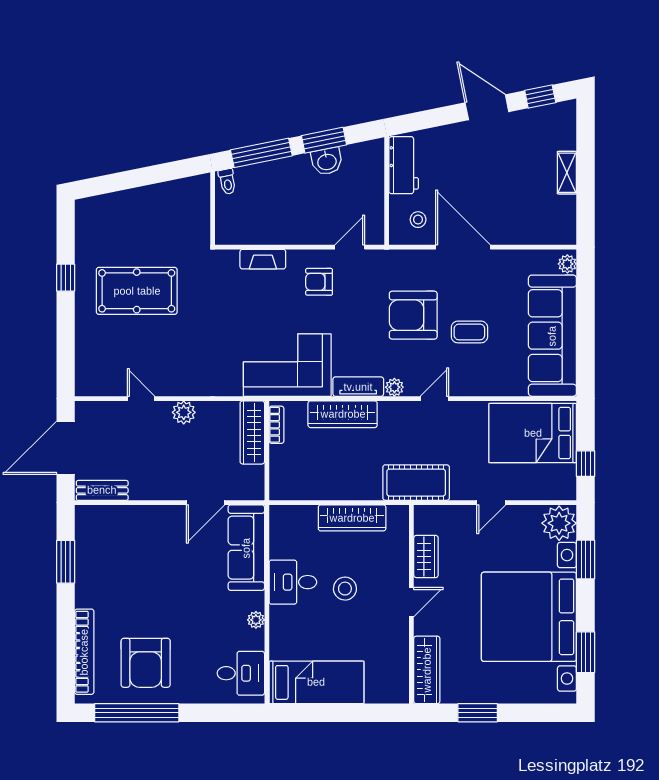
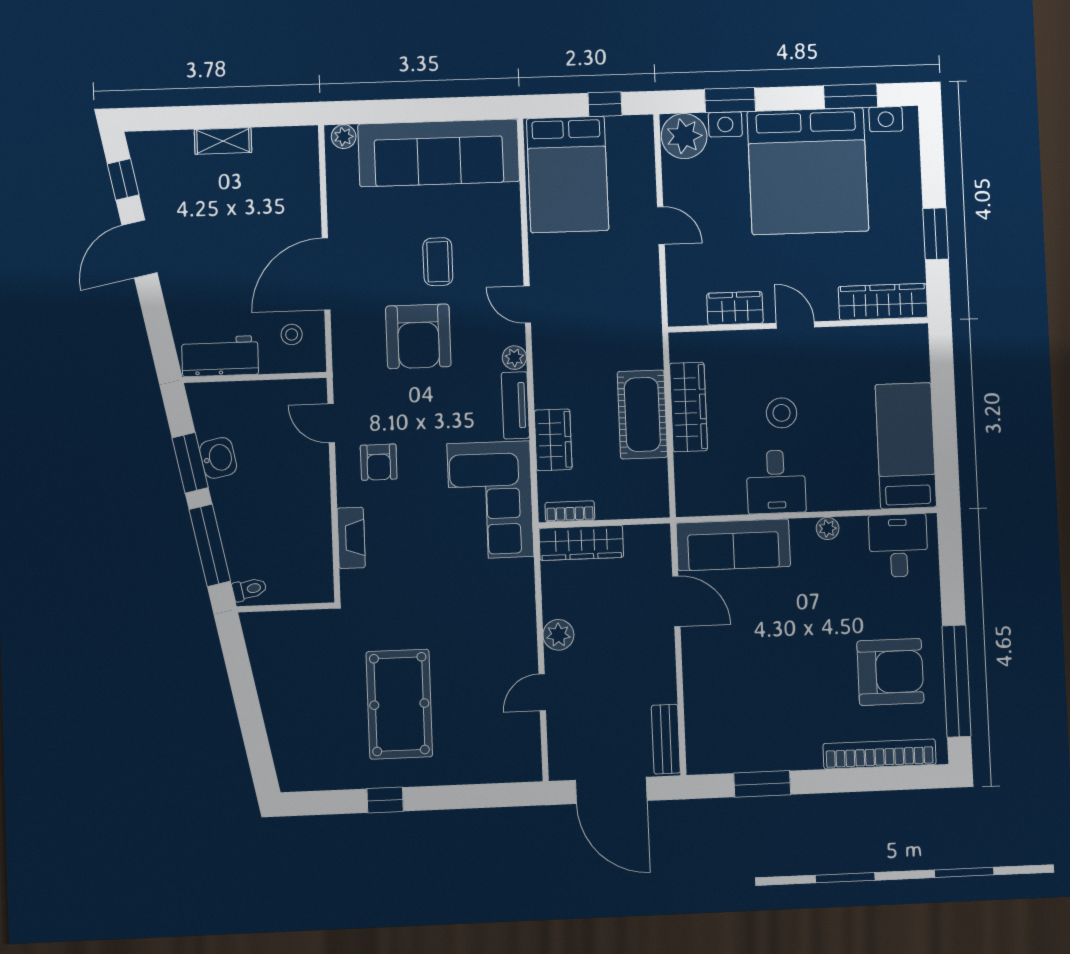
wardrobe: (343, 414) -> (553, 440), width x0.67
cot: (416, 483) -> (642, 414), moved

